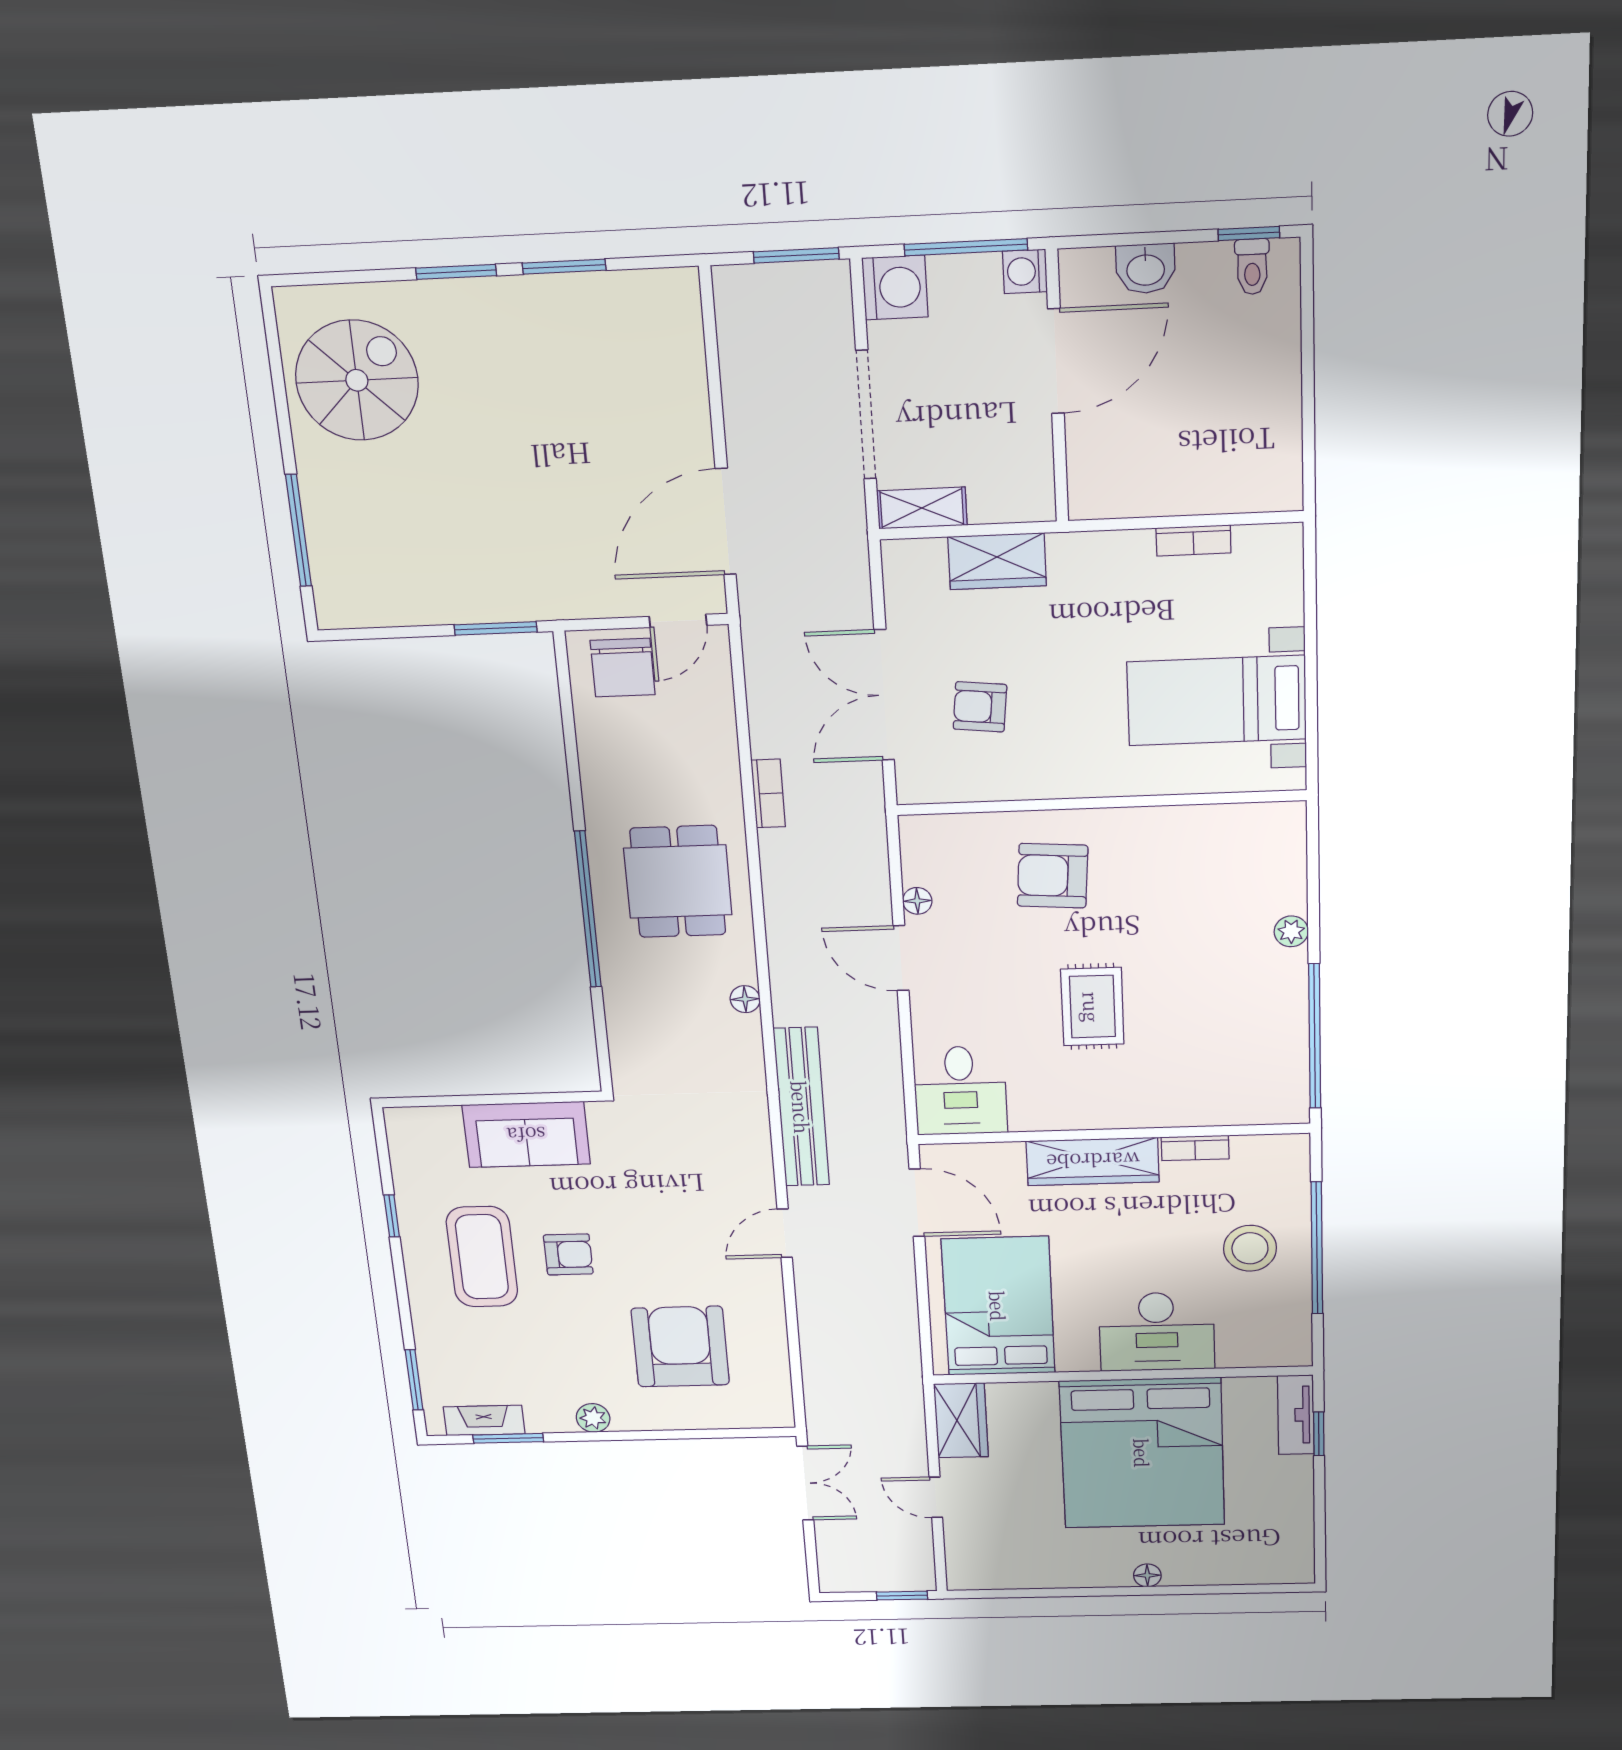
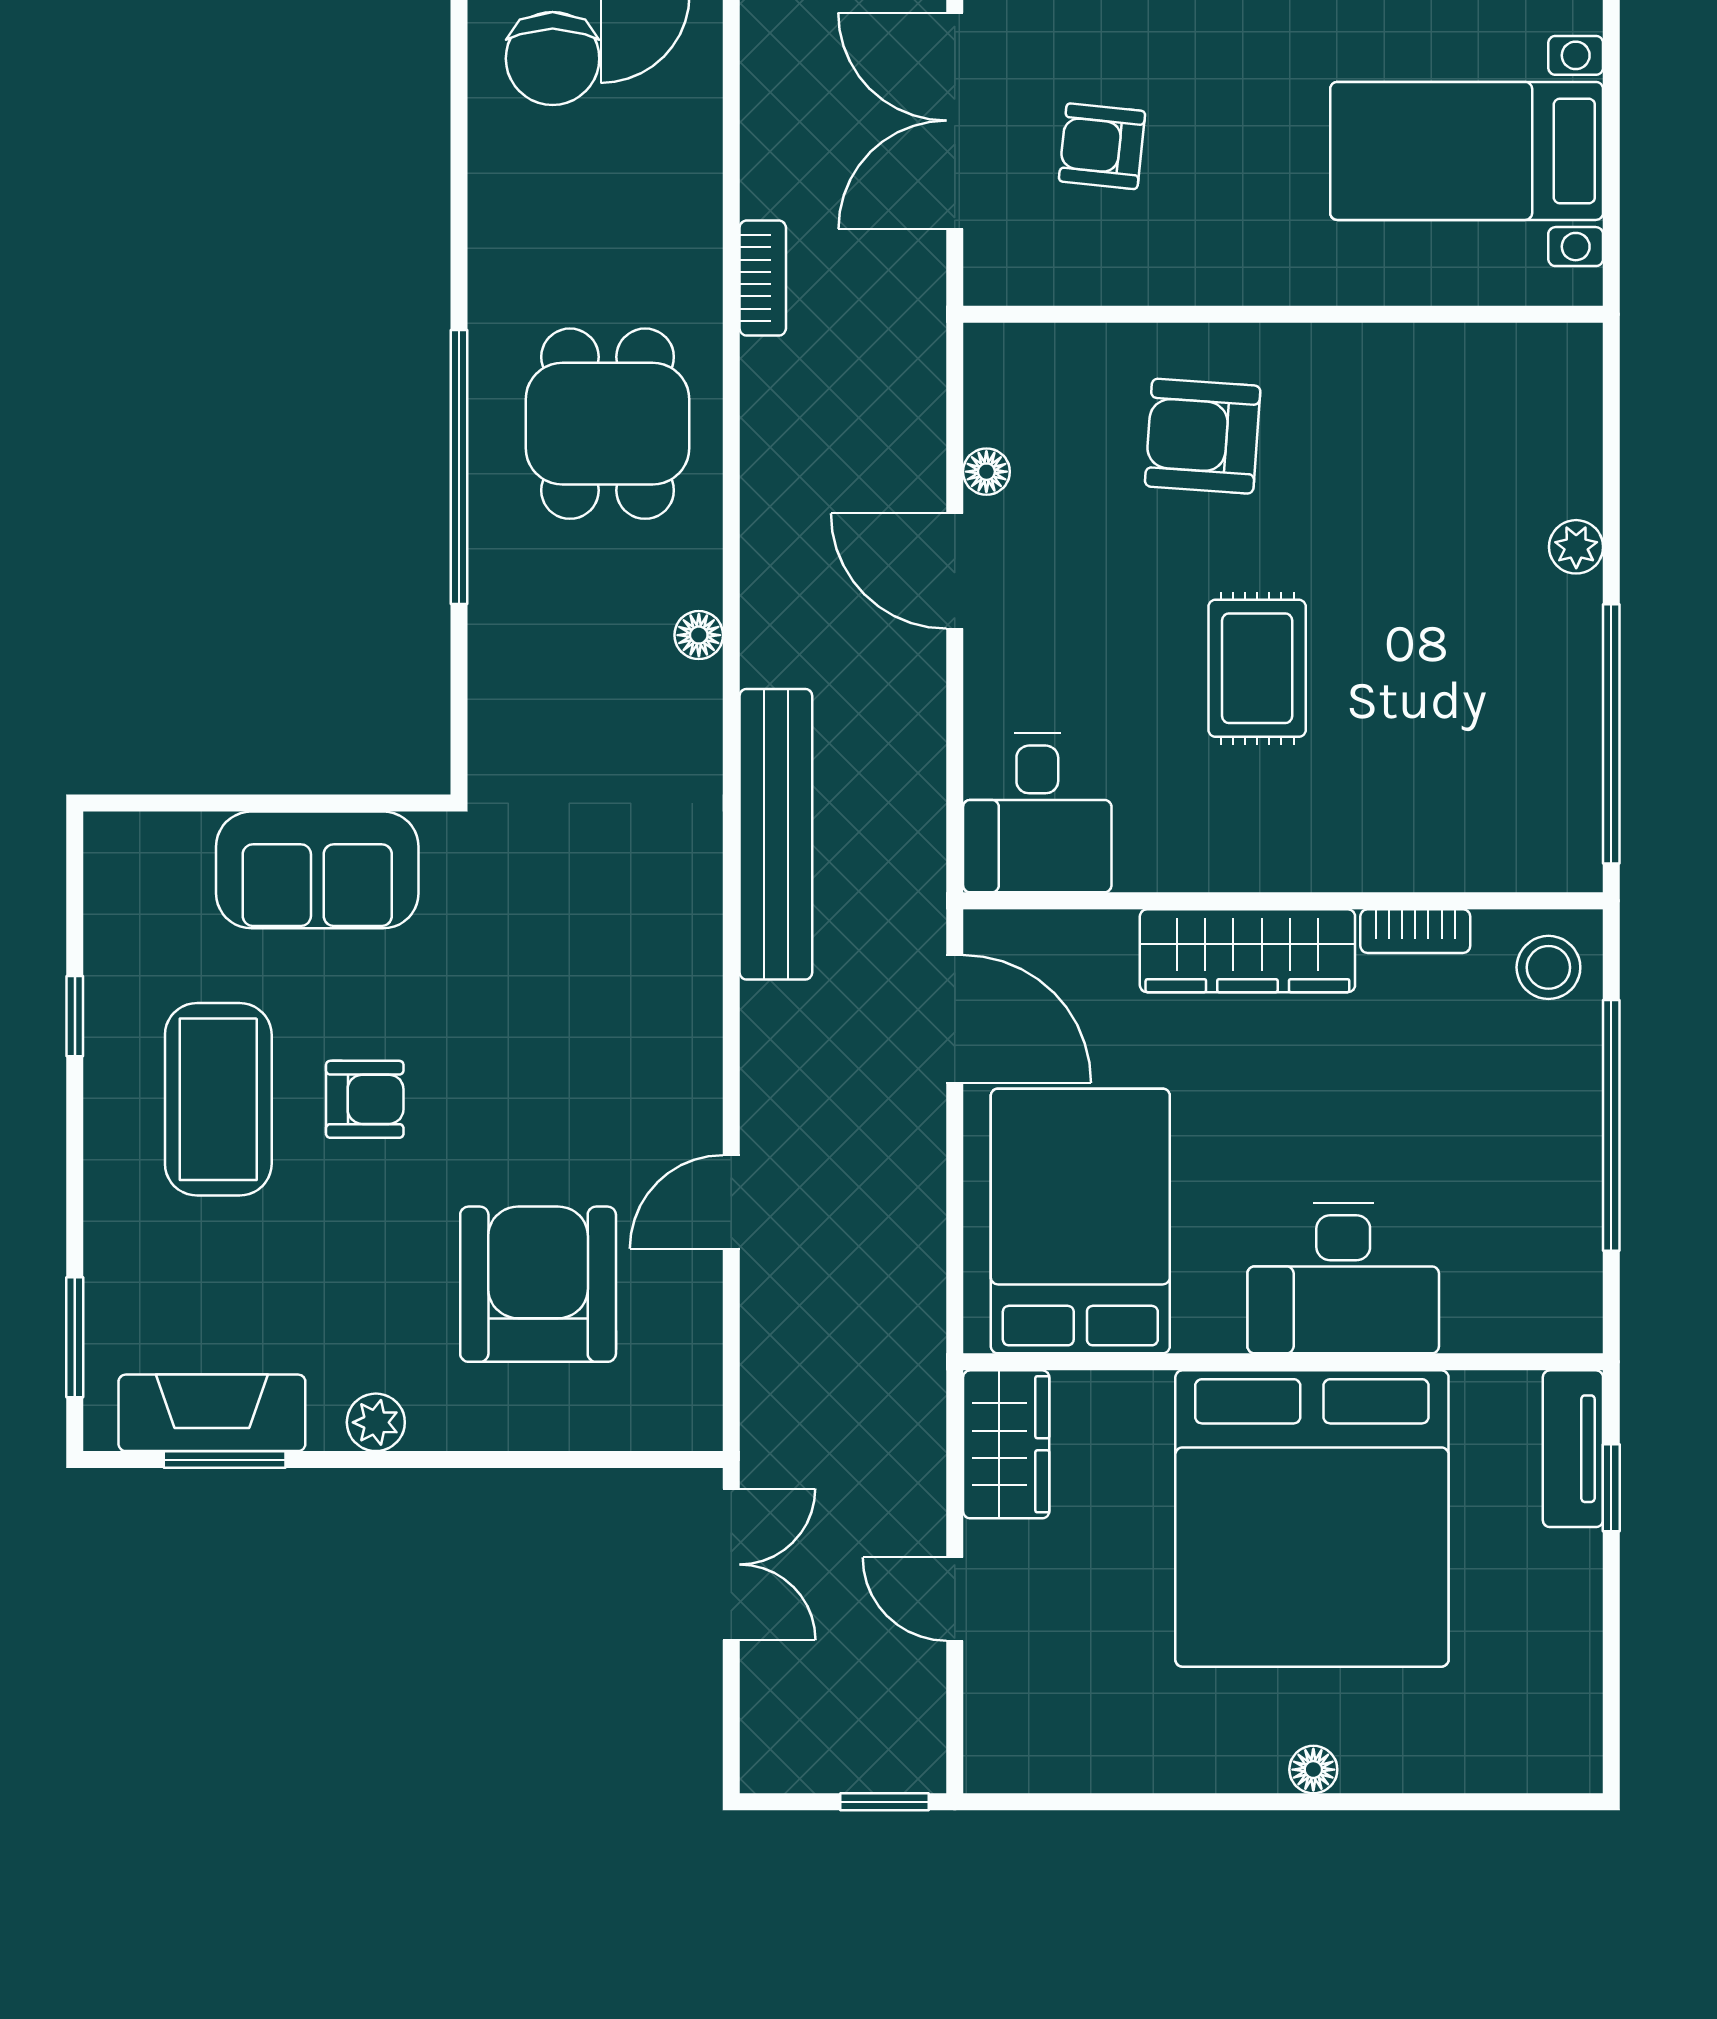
door: (785, 1233) -> (731, 1202), moved
stool: (1250, 1248) -> (1548, 967), moved, width x0.73, depth x0.73
fireplace: (484, 1420) -> (212, 1413), width x1.37, depth x1.32

